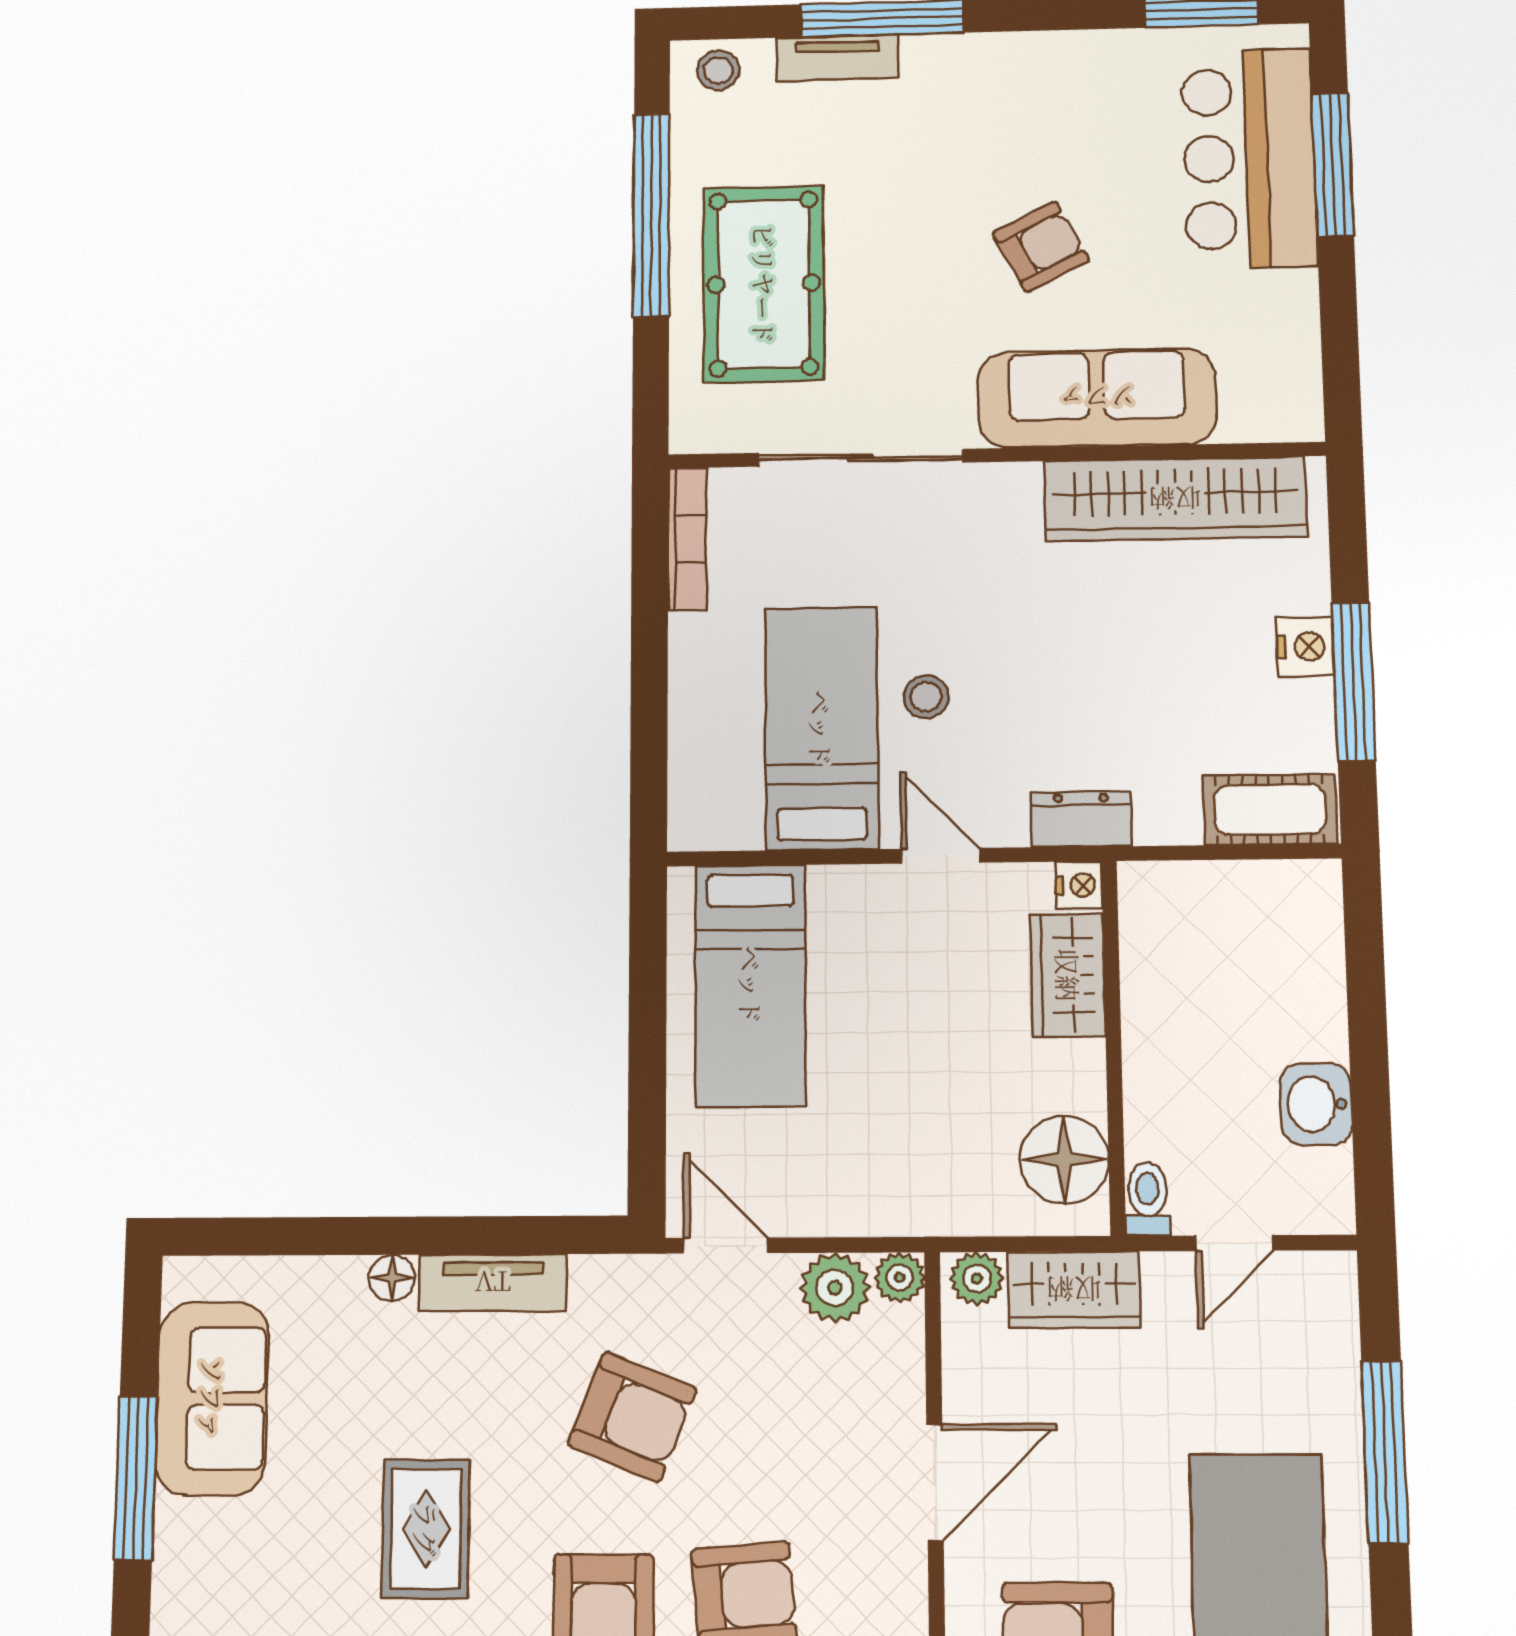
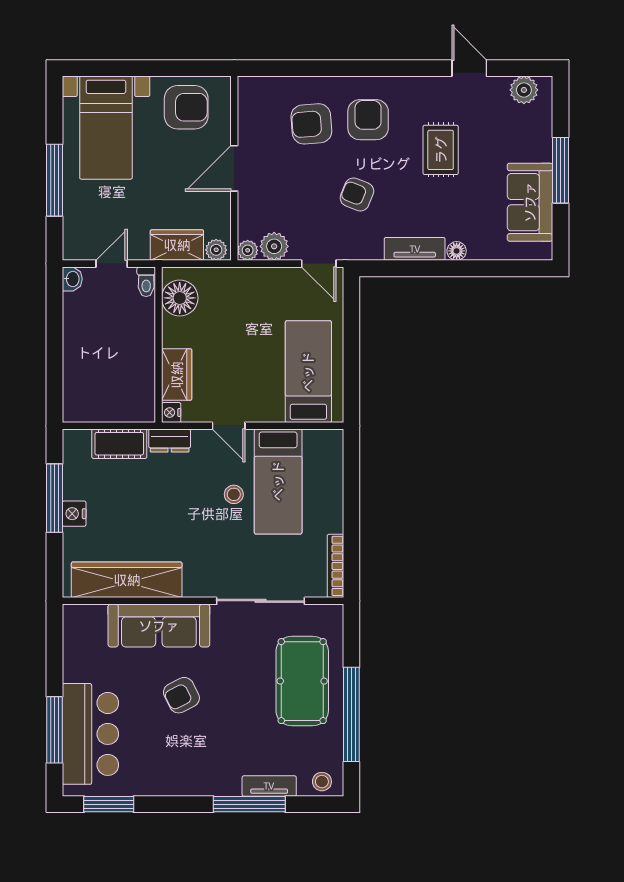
cot: (1270, 810) -> (119, 444), moved
washbasin: (1316, 1104) -> (72, 279), moved, width x0.72, depth x0.69
armchair: (632, 1417) -> (357, 194), width x0.72, depth x0.72

